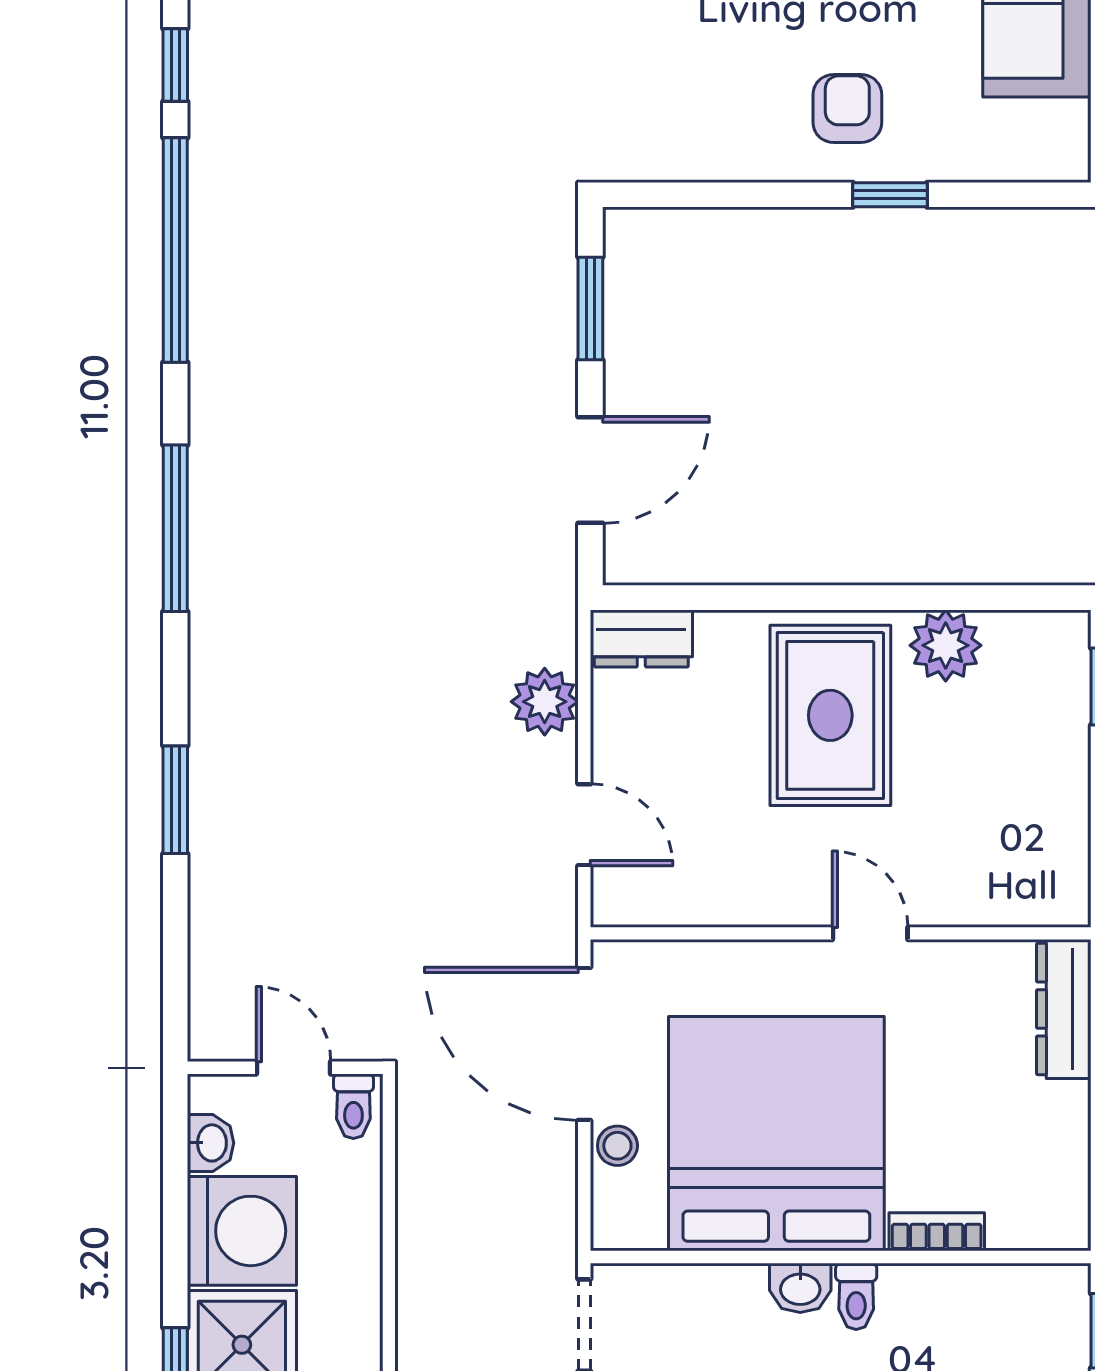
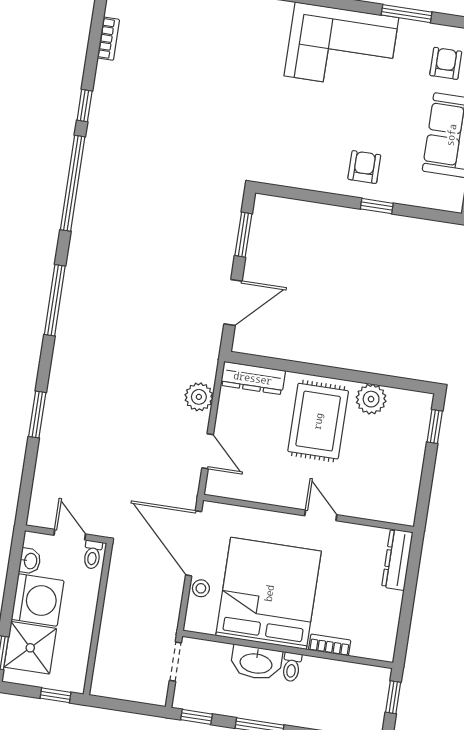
dresser: (641, 638) -> (253, 378), width x1.44
washbasin: (800, 1288) -> (256, 663), width x1.91, depth x1.45

